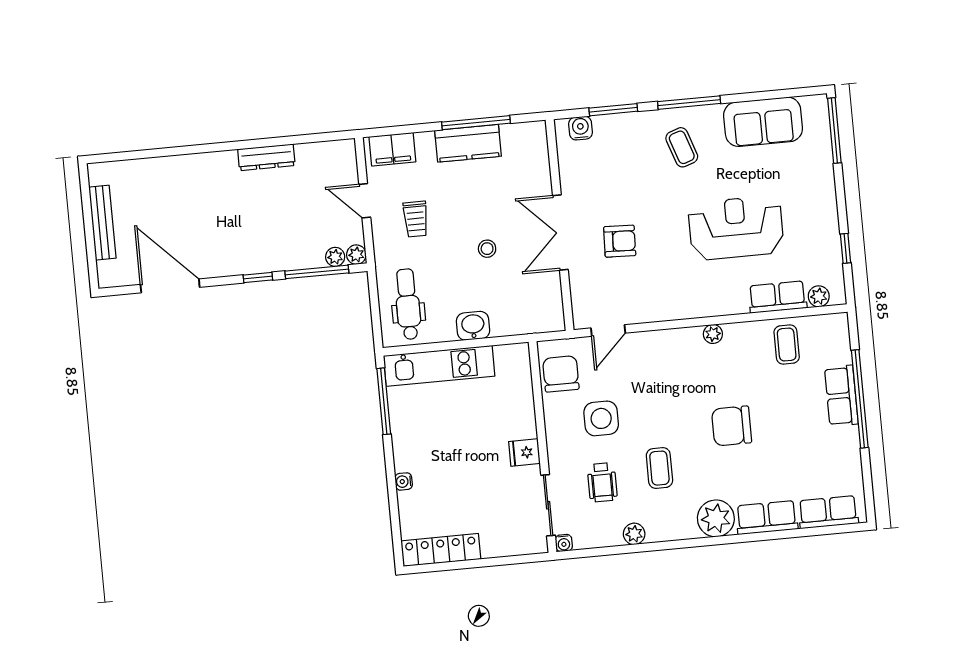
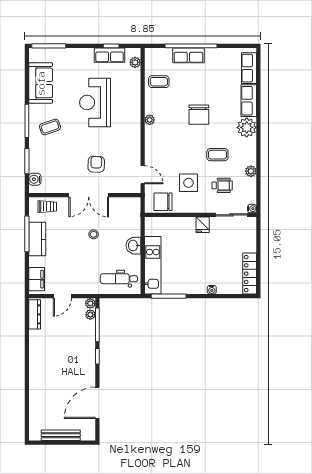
dresser: (266, 157) -> (35, 314), moved
trolley: (416, 219) -> (47, 207), moved
row of seats: (778, 297) -> (110, 55), moved, turned -90

